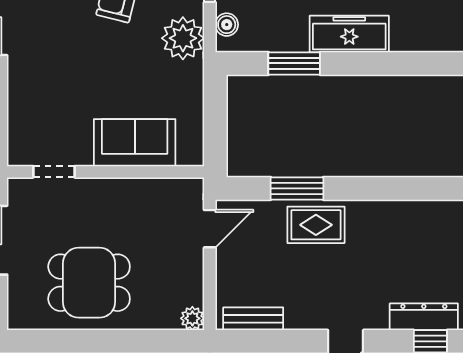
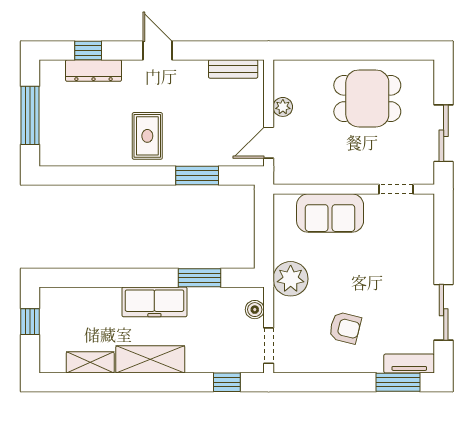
plant: (183, 38) -> (291, 279), moved
rug: (316, 225) -> (147, 136), moved, turned 90
plant: (192, 318) -> (283, 107), moved

